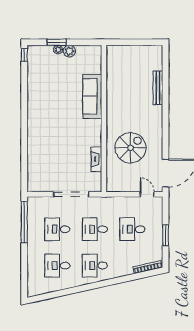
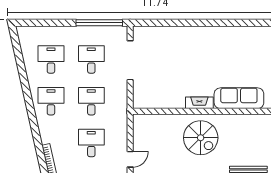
spiral stairs: (130, 148) -> (201, 138), moved
fireplace: (96, 159) -> (199, 103), moved
doorway: (71, 194) -> (130, 60), moved

